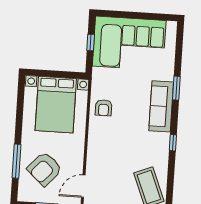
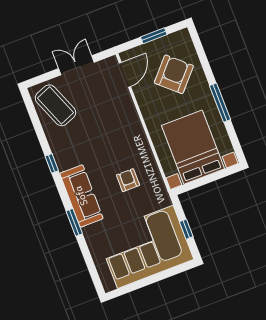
armchair: (104, 108) -> (128, 180), moved
window: (16, 161) -> (220, 103), moved

